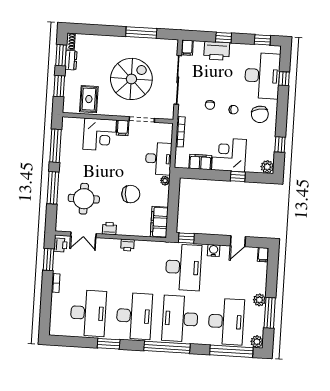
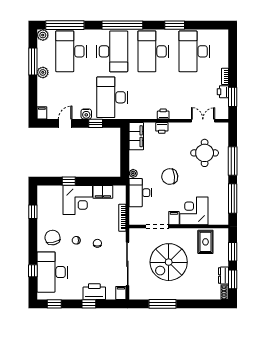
plant: (267, 167) -> (43, 191), removed
chair: (131, 194) -> (170, 177), moved
printer: (109, 228) -> (162, 128), moved
window: (186, 238) -> (96, 123), moved
printer: (60, 245) -> (223, 92), moved

